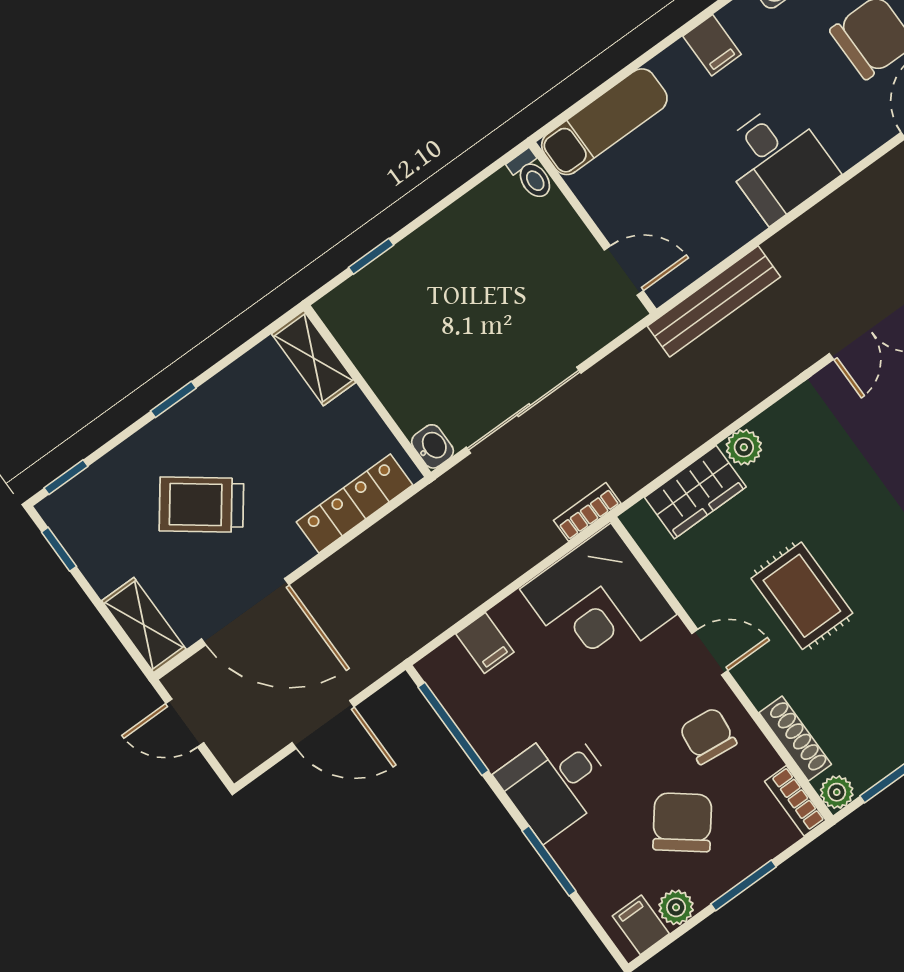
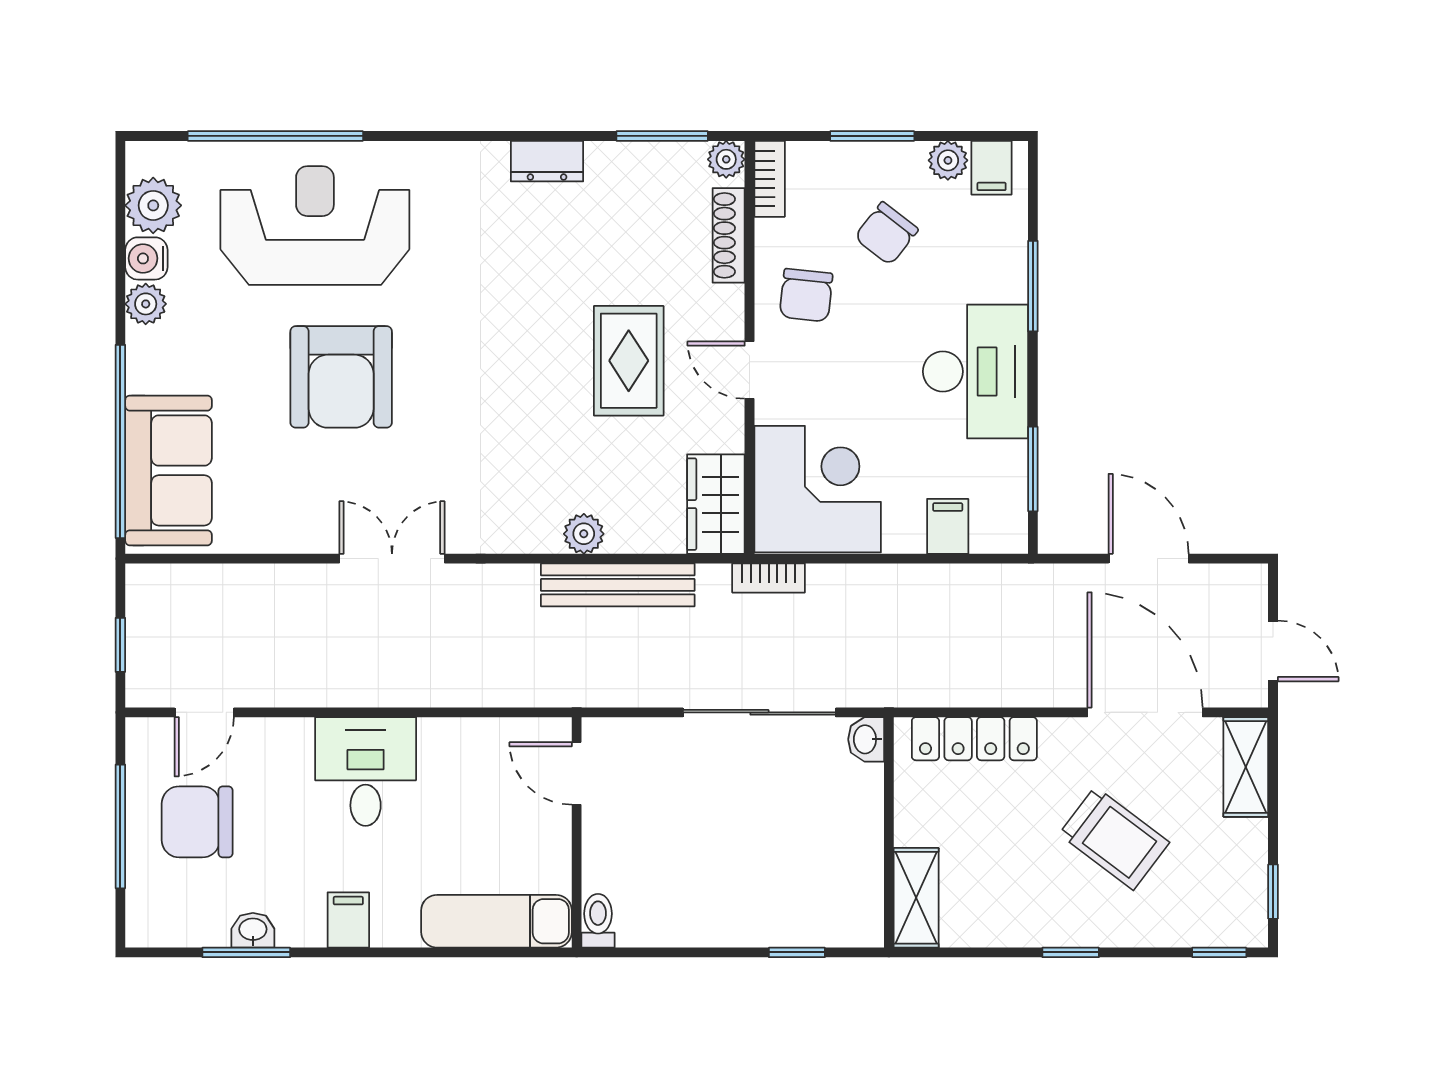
bench: (714, 301) -> (618, 585), moved
wardrobe: (695, 492) -> (716, 504), moved, turned -90
window: (453, 729) -> (1033, 469), width x0.69
desk: (555, 782) -> (975, 371), width x1.37
chair: (682, 822) -> (886, 234), width x0.73, depth x0.73

